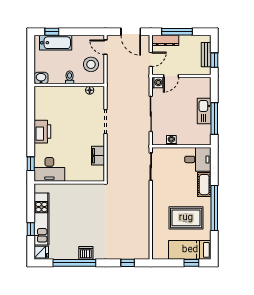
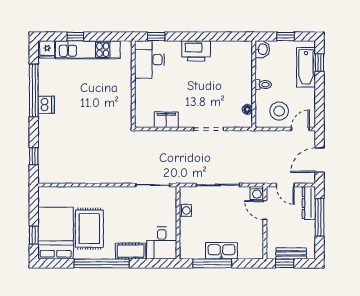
window: (31, 59) -> (286, 37), added
bed: (190, 250) -> (56, 233), width x1.50

